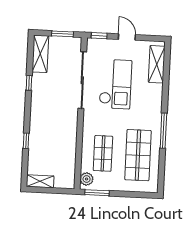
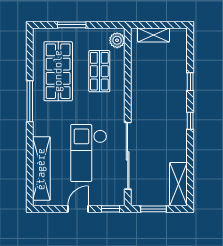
door: (127, 37) -> (78, 209), swing flipped
shelving: (157, 64) -> (41, 169), width x1.47
window: (29, 83) -> (190, 121), moved
shelving: (40, 181) -> (154, 35), moved
window: (97, 193) -> (72, 25), moved

